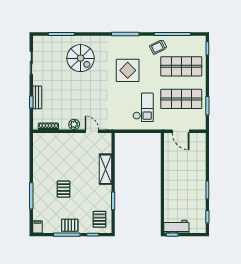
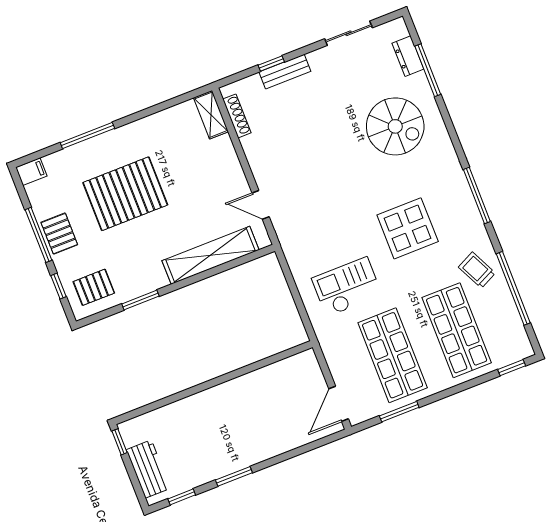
dresser: (52, 40) -> (408, 56), added
spiral stairs: (81, 58) -> (395, 126), turned -90
checkout: (143, 107) -> (347, 287), turned 180
plant: (74, 124) -> (260, 165), removed
door: (92, 131) -> (261, 205), swing flipped
door: (181, 131) -> (339, 404), moved
shelving: (43, 138) -> (211, 115), added
shelving: (106, 169) -> (211, 255), width x1.47
pallet: (64, 189) -> (125, 194), width x2.05, depth x2.00
workbench: (176, 227) -> (148, 469), moved

